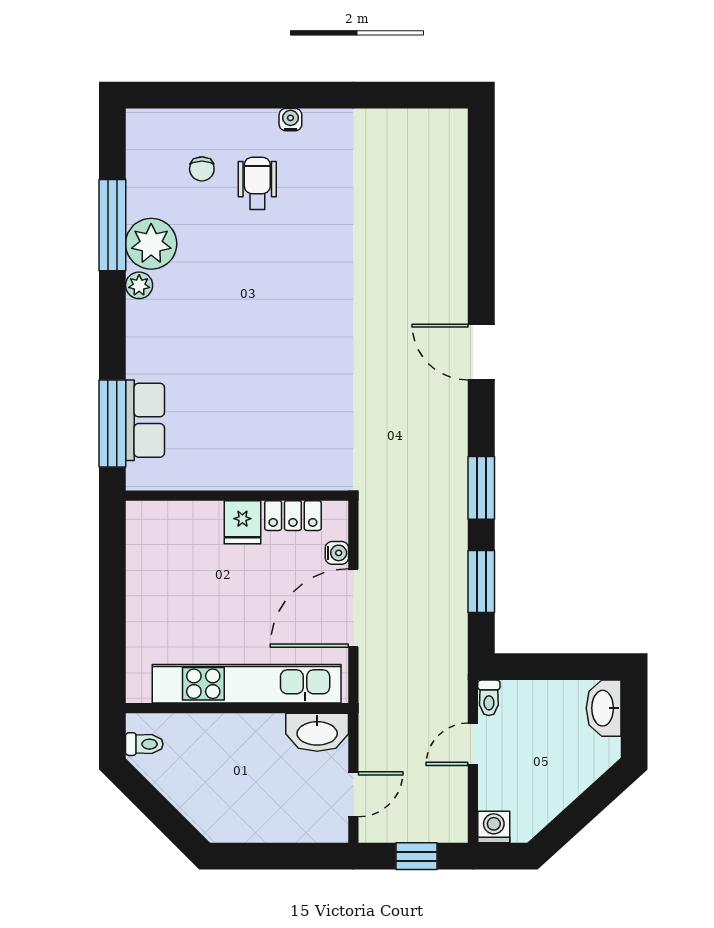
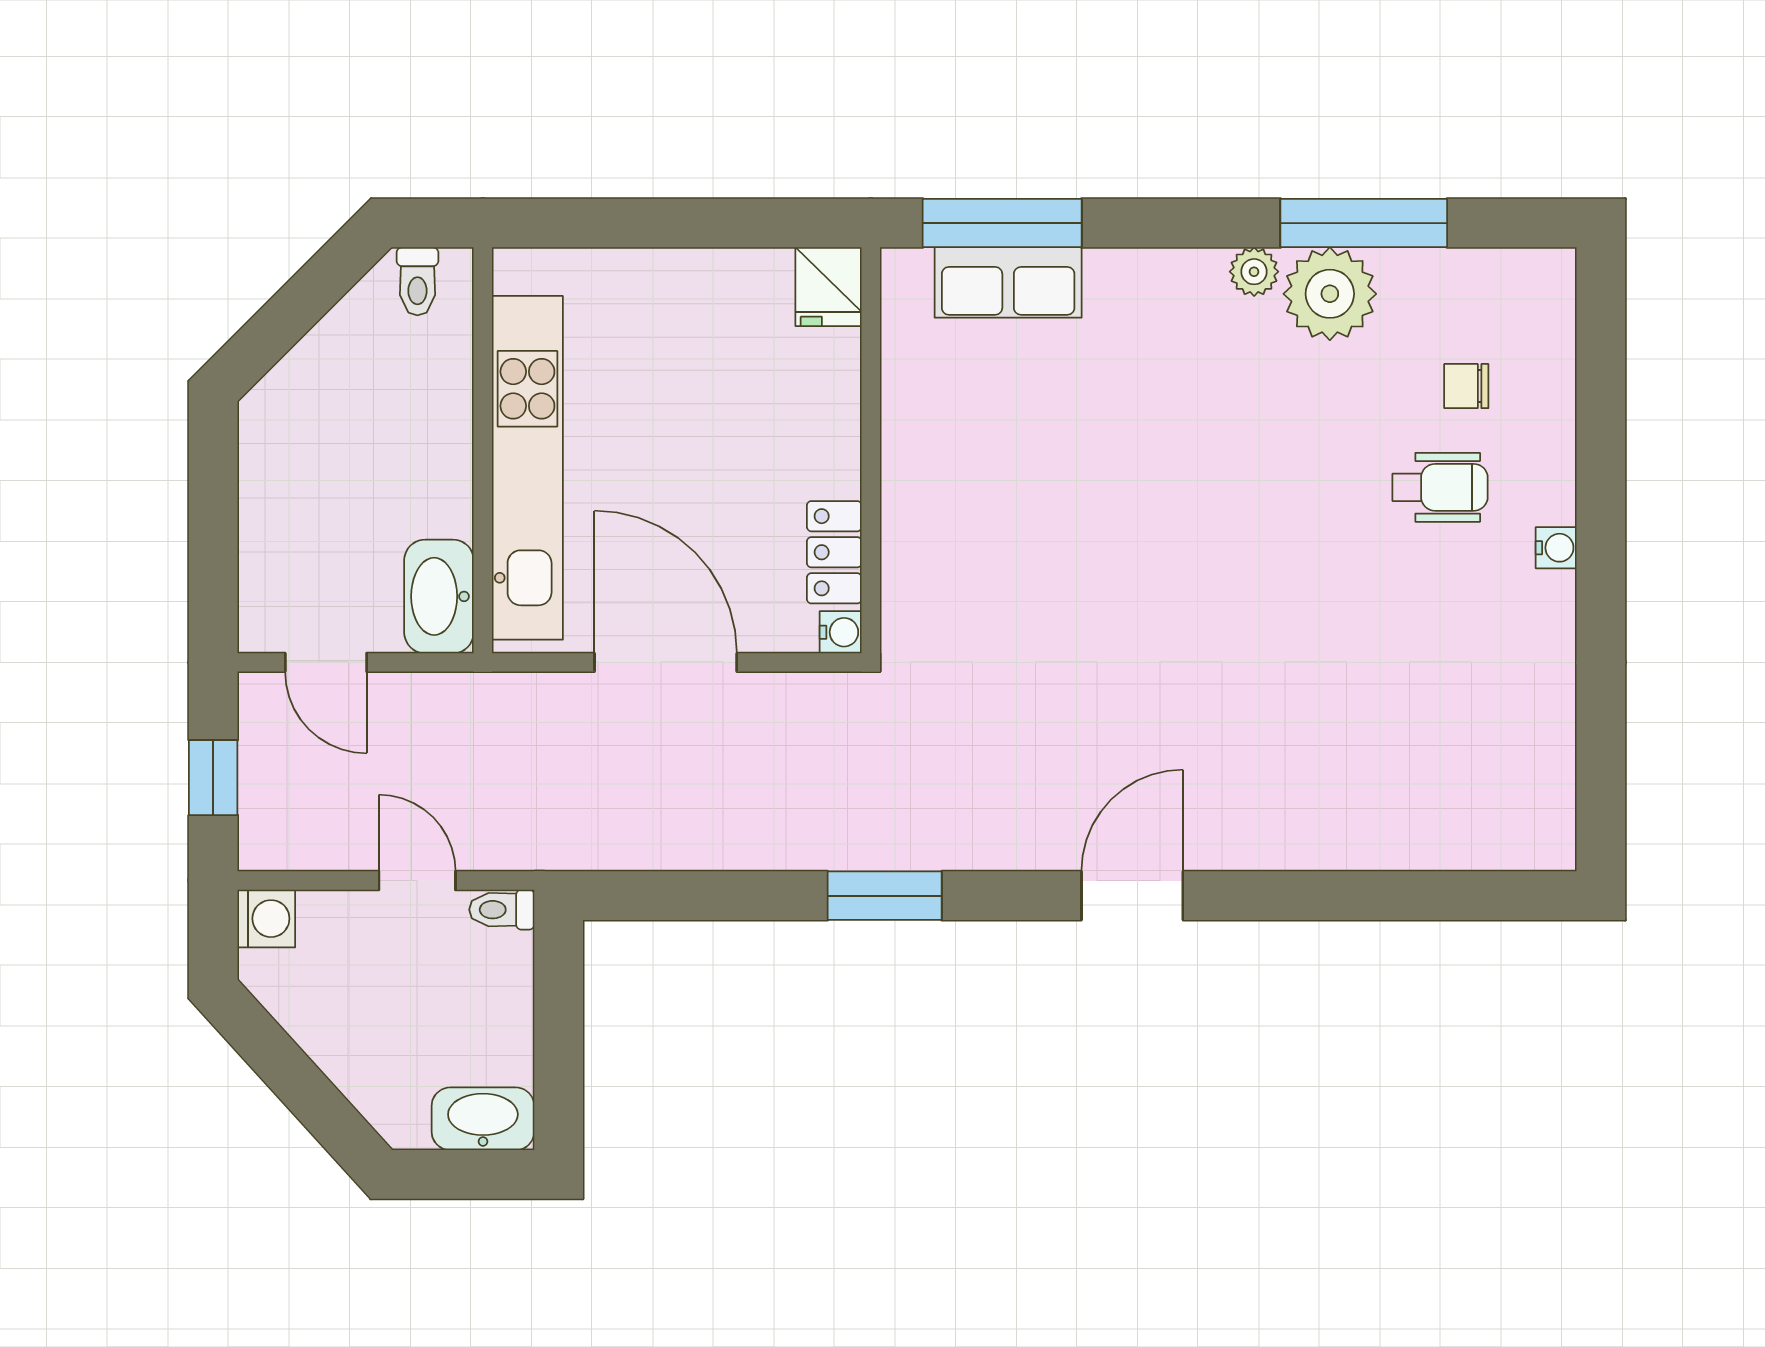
fridge: (242, 522) -> (829, 287), moved, turned -90
water cooler: (337, 553) -> (841, 632), moved, turned -90
window: (481, 582) -> (714, 896), removed

